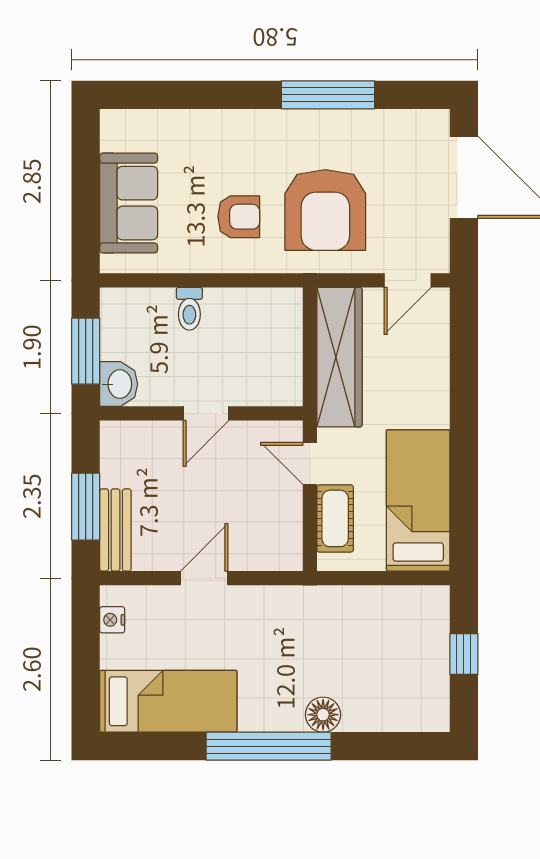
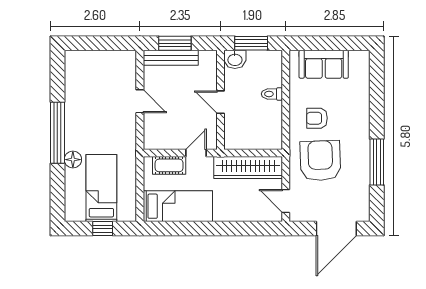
armchair: (325, 210) -> (320, 161), turned 88
armchair: (239, 217) -> (317, 118), turned 90
bench: (115, 530) -> (171, 58), width x1.36
nightstand: (112, 620) -> (119, 56), removed
bed: (168, 701) -> (101, 188), moved, turned 180

